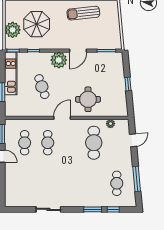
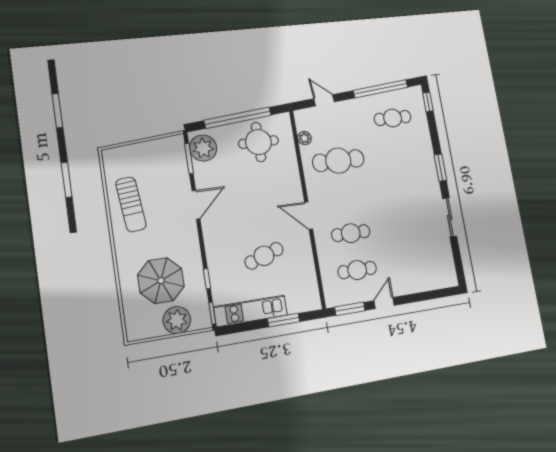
door: (78, 51) -> (196, 205), hinge flipped
plant: (59, 60) -> (203, 148), moved
window: (128, 84) -> (238, 118), width x3.17
round table: (88, 99) -> (258, 142), moved
window: (137, 179) -> (381, 89), width x1.46
window: (93, 209) -> (440, 168), moved
window: (113, 209) -> (428, 102), moved

